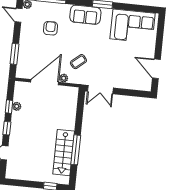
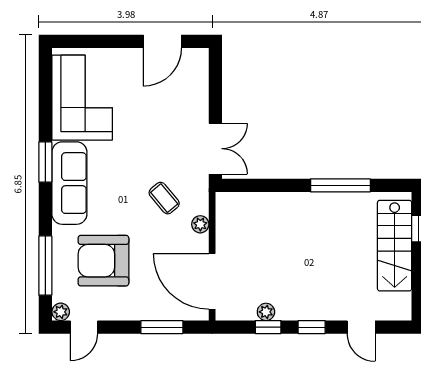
sofa: (85, 15) -> (69, 183), width x1.36
armchair: (51, 28) -> (103, 261), width x1.88, depth x1.88
door: (45, 82) -> (212, 281), moved
stairs: (64, 153) -> (395, 246), moved, turned 90

